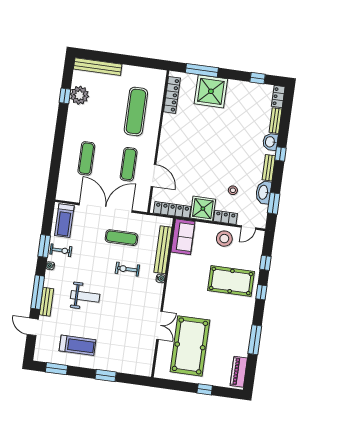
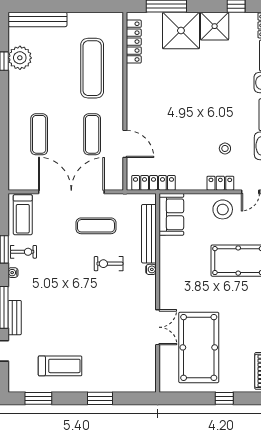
shower: (203, 209) -> (215, 26), moved
weight bench: (85, 296) -> (61, 304), removed

